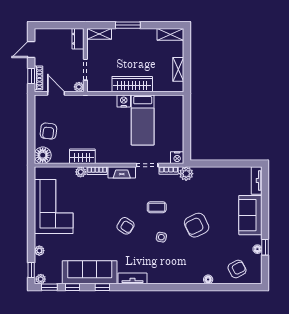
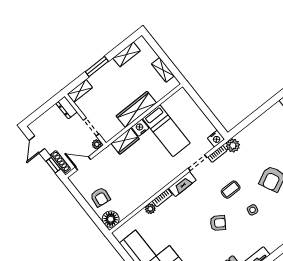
shelving: (170, 34) -> (127, 54), moved
wardrobe: (82, 156) -> (125, 141), moved, turned 180

